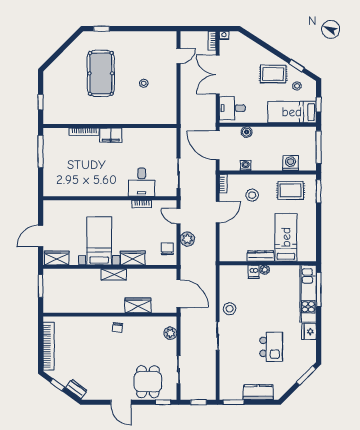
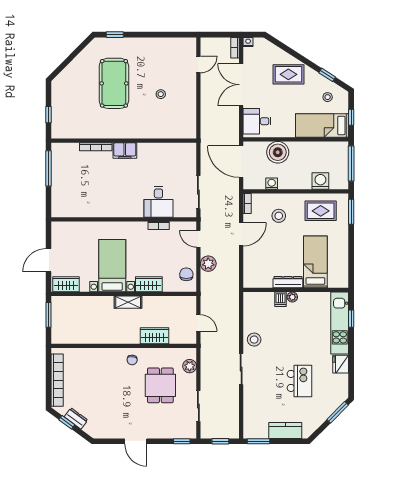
rug: (273, 74) -> (288, 74), moved
boiler: (247, 132) -> (278, 152), width x1.86, depth x1.86
window: (319, 289) -> (351, 319), width x0.46
door: (178, 293) -> (198, 323), width x0.53
dining table: (148, 382) -> (160, 385), moved
dresser: (76, 389) -> (76, 418), moved

